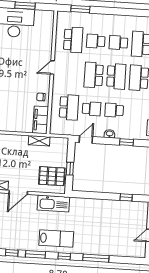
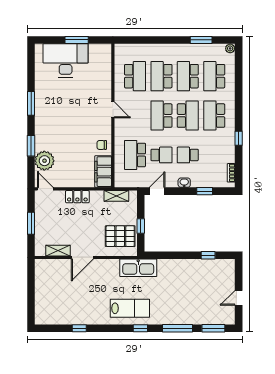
window: (80, 9) -> (201, 40), moved
school desk: (96, 41) -> (161, 76), width x1.85
school desk: (118, 43) -> (188, 76), width x1.85
door: (52, 67) -> (113, 110), swing flipped
school desk: (69, 107) -> (135, 155), turned 180
locker: (17, 140) -> (77, 197), added
shelving: (39, 141) -> (116, 196), moved
kitchen sink: (53, 203) -> (138, 268), moved
window: (35, 254) -> (213, 328), moved

